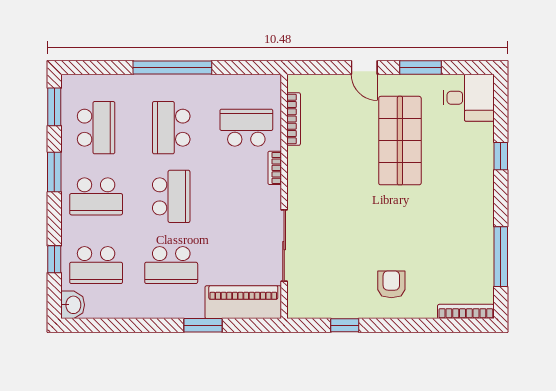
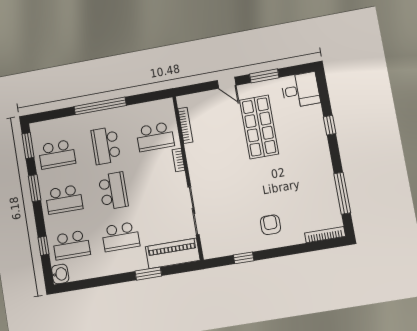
school desk: (96, 128) -> (57, 154), turned 90
school desk: (246, 128) -> (155, 137), turned 180

